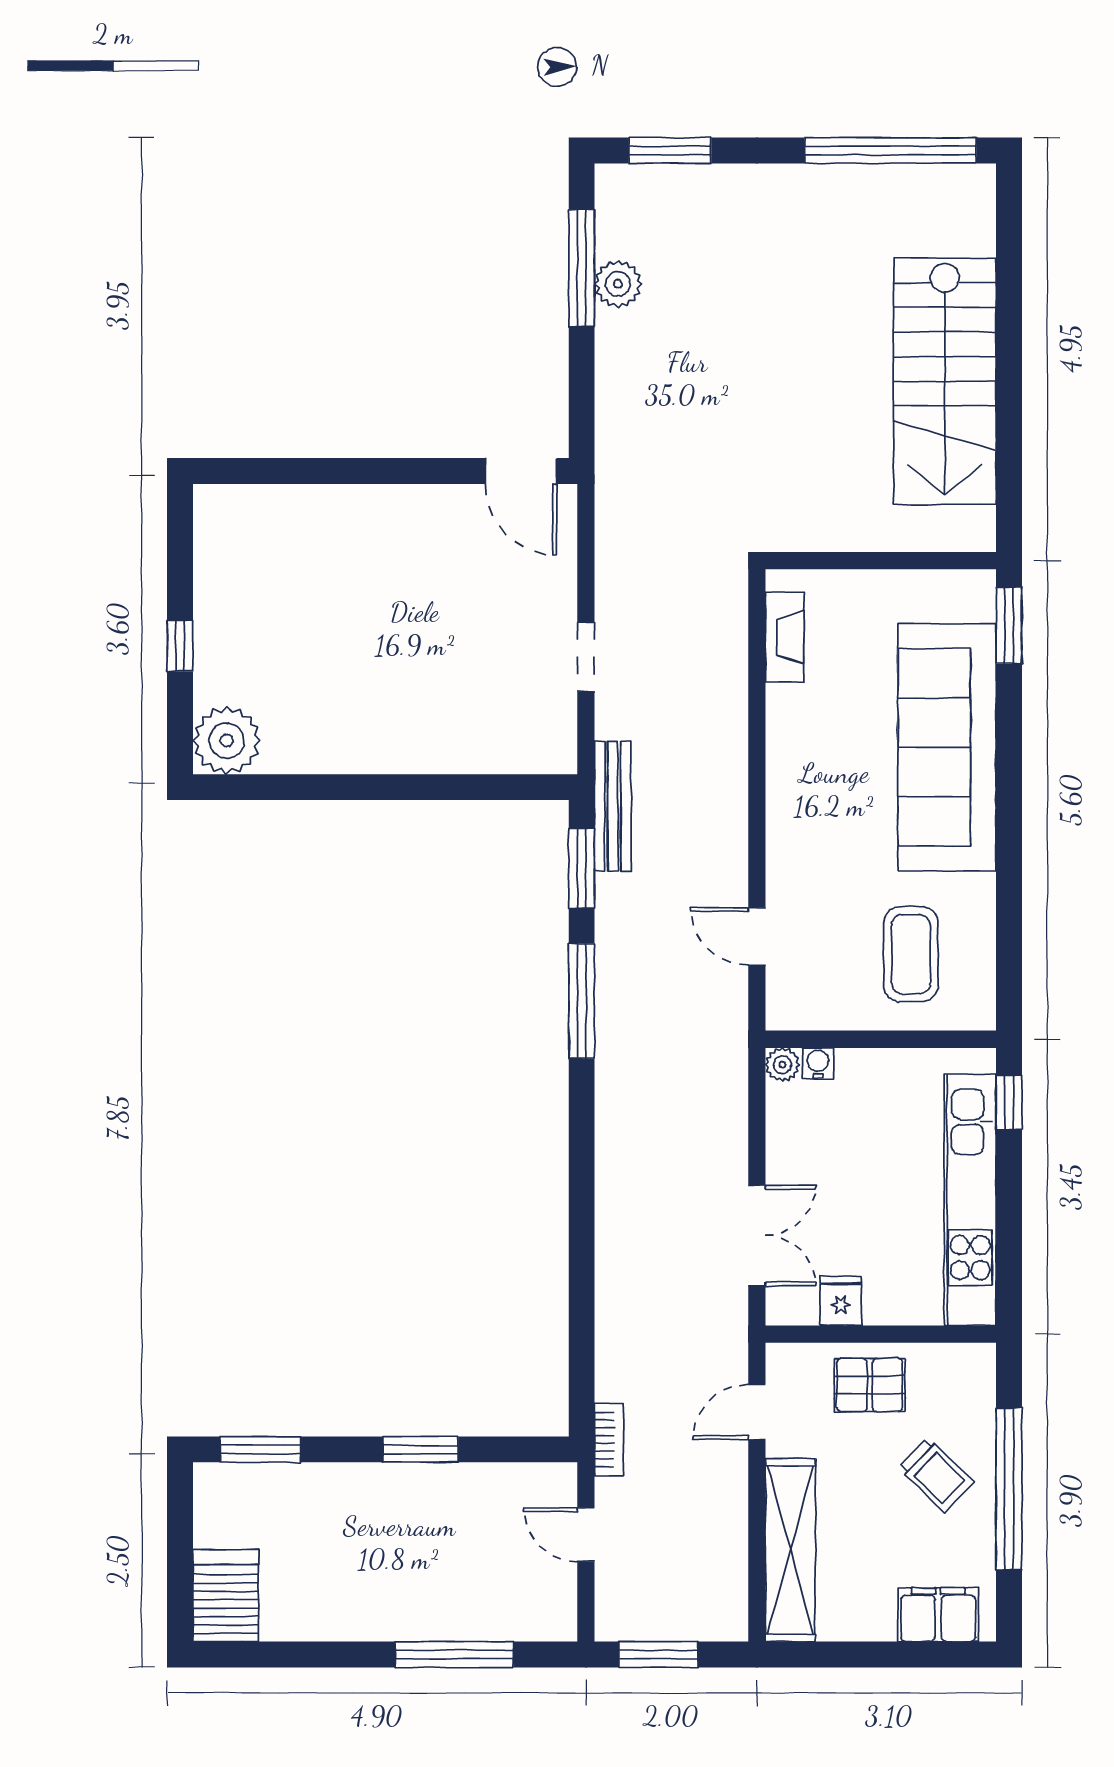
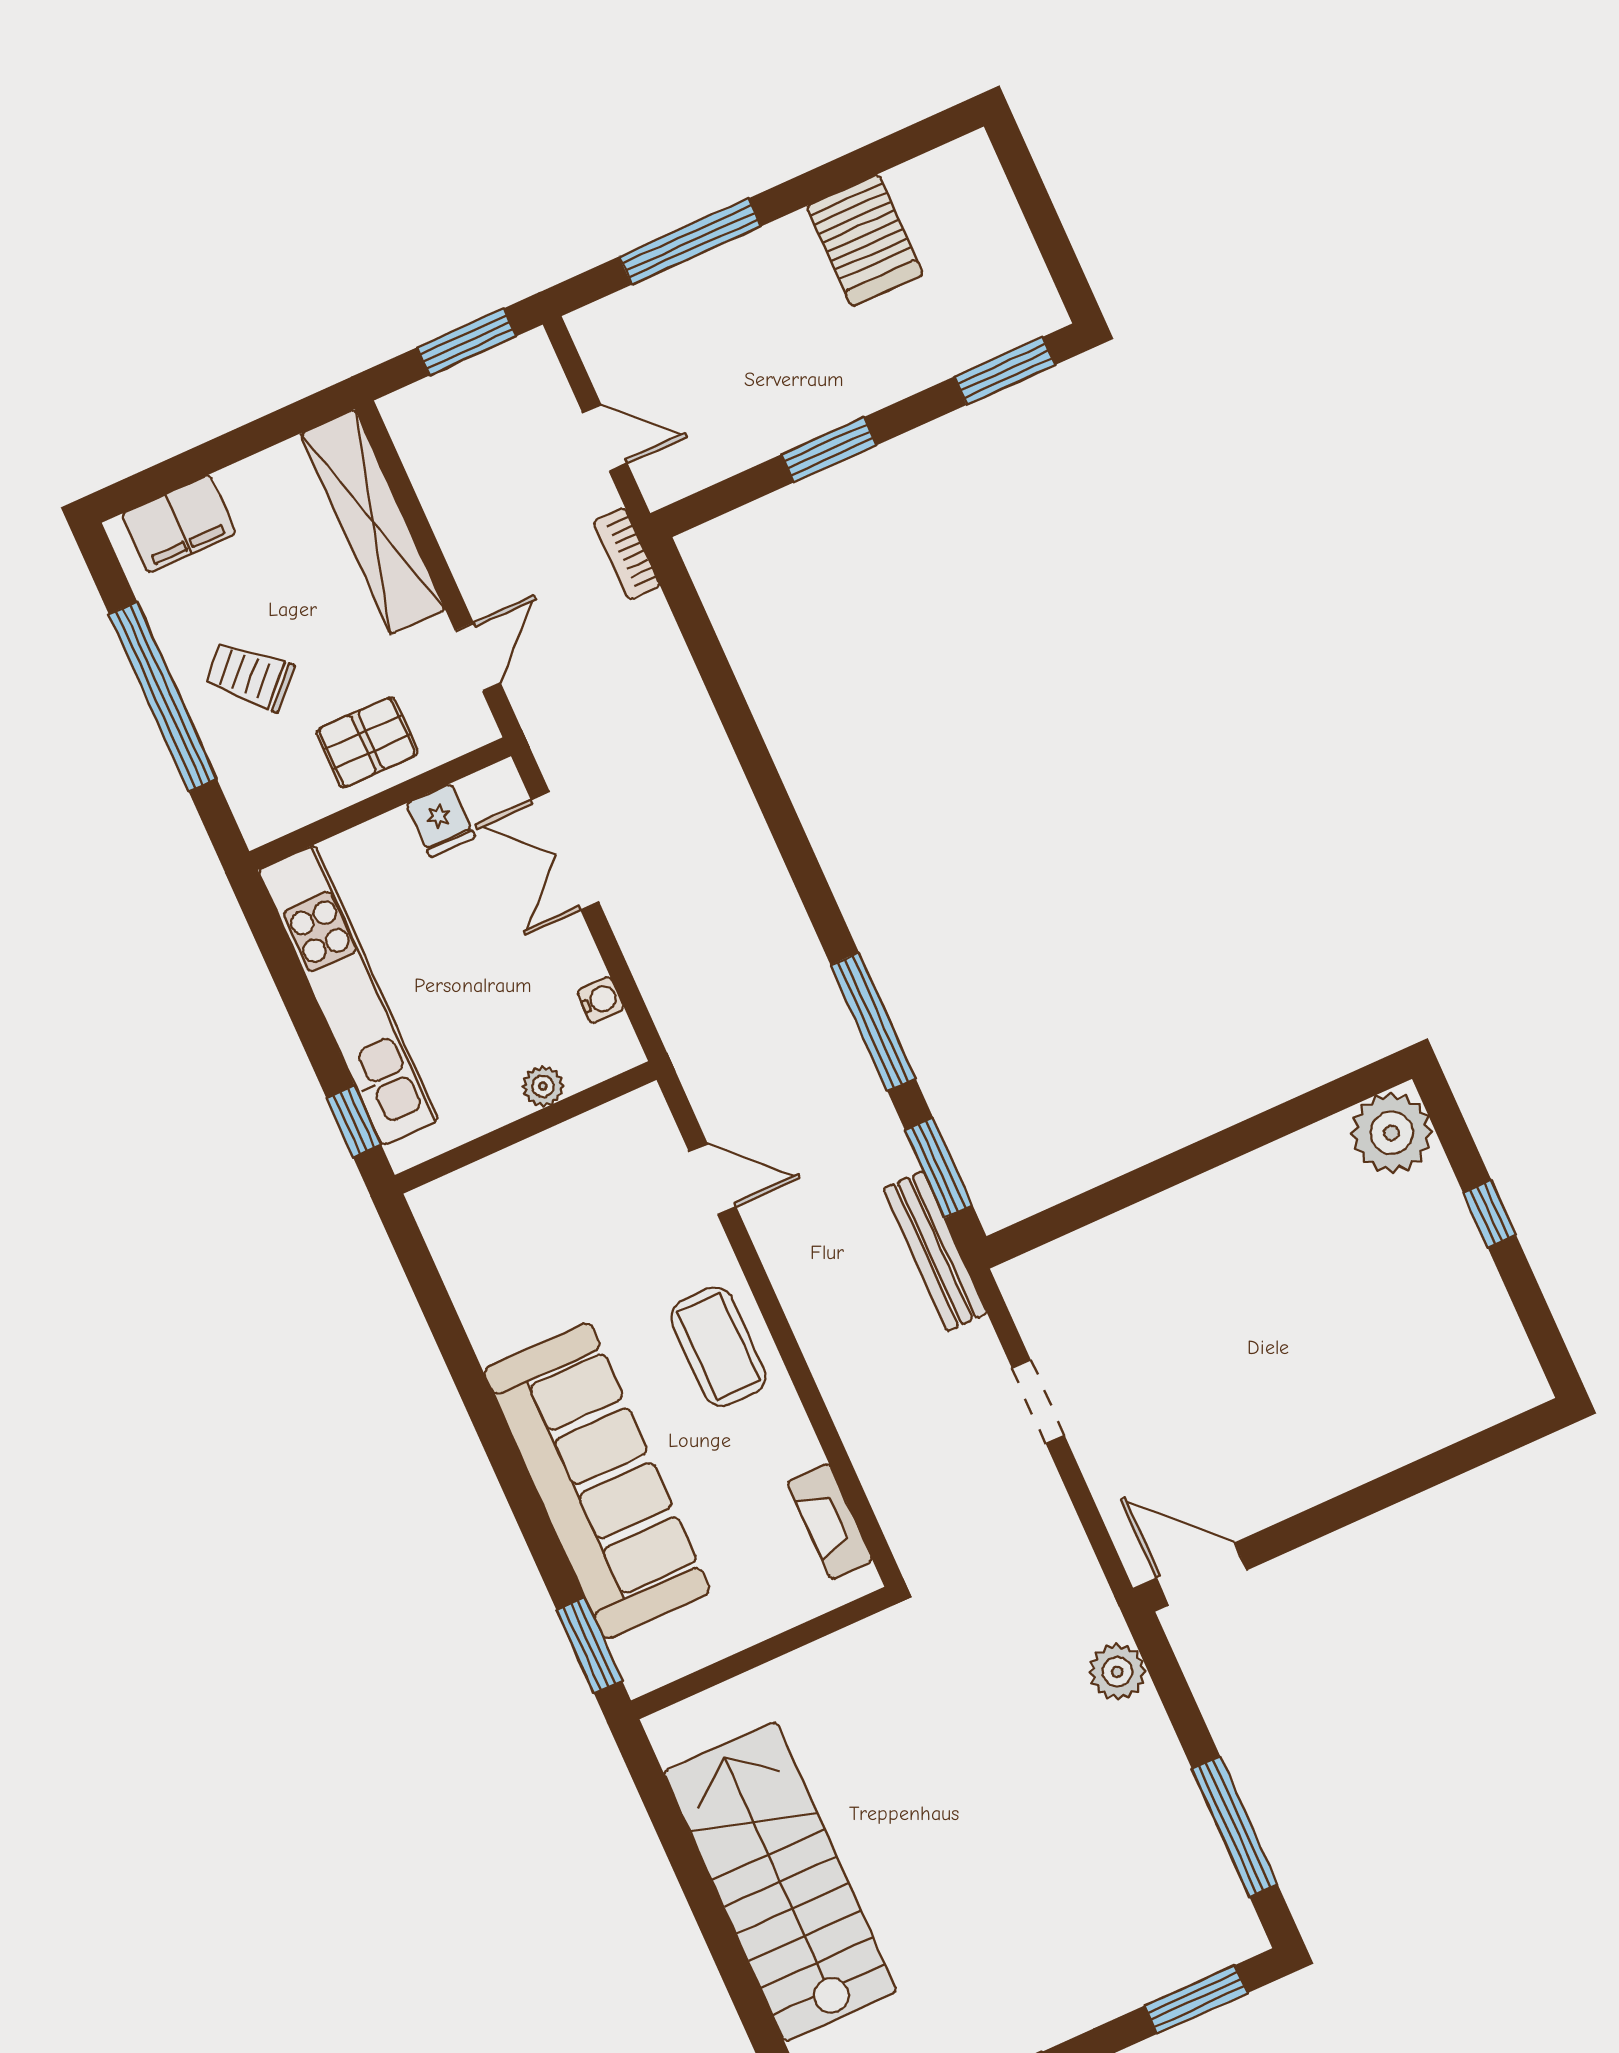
plant: (618, 284) -> (1117, 1672), moved
coffee table: (911, 954) -> (718, 1347), moved
water cooler: (818, 1063) -> (600, 1000), moved, turned -90
plant: (782, 1065) -> (543, 1086), moved
server rack: (226, 1596) -> (865, 240), moved

